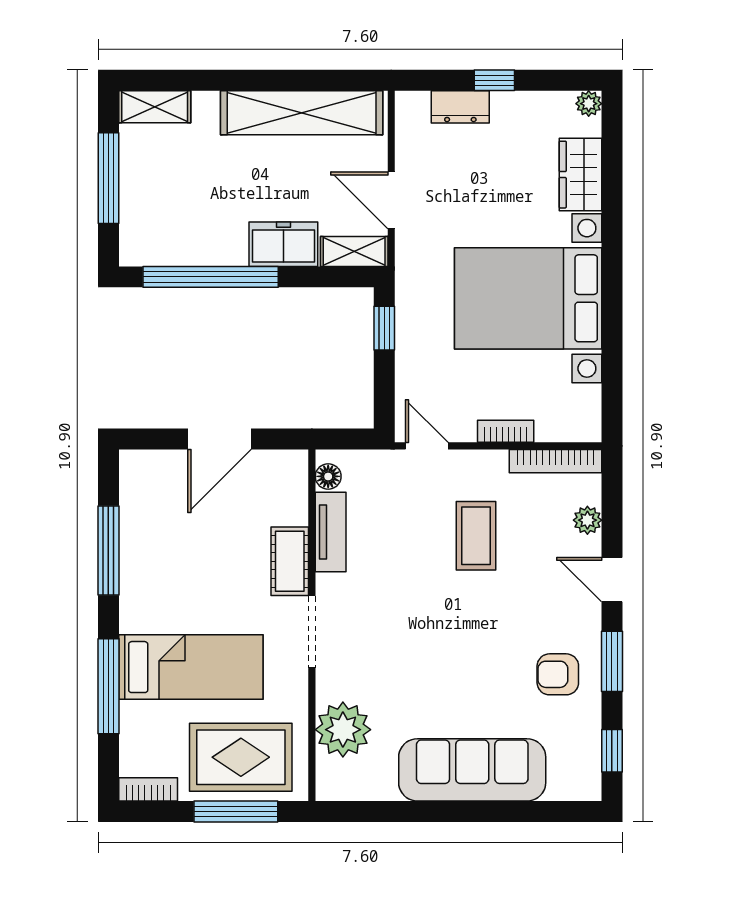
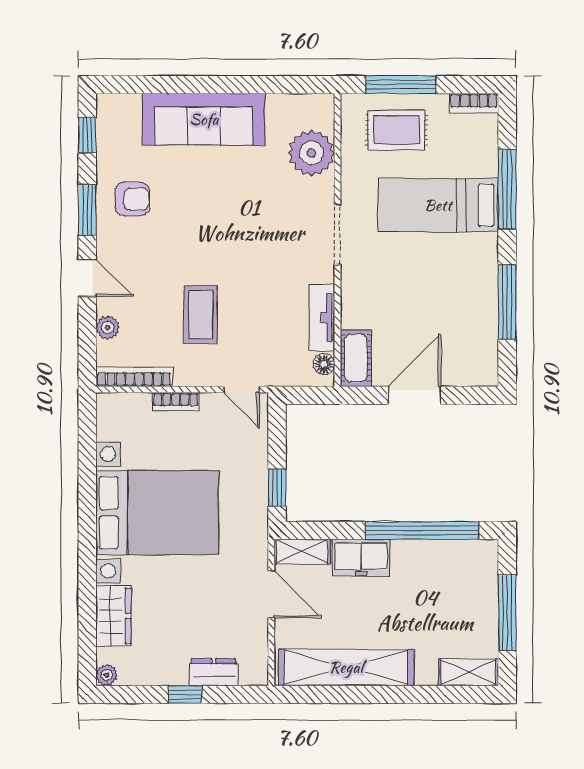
cot: (290, 561) -> (356, 358), moved
rug: (241, 757) -> (397, 130), width x0.73, depth x0.70

